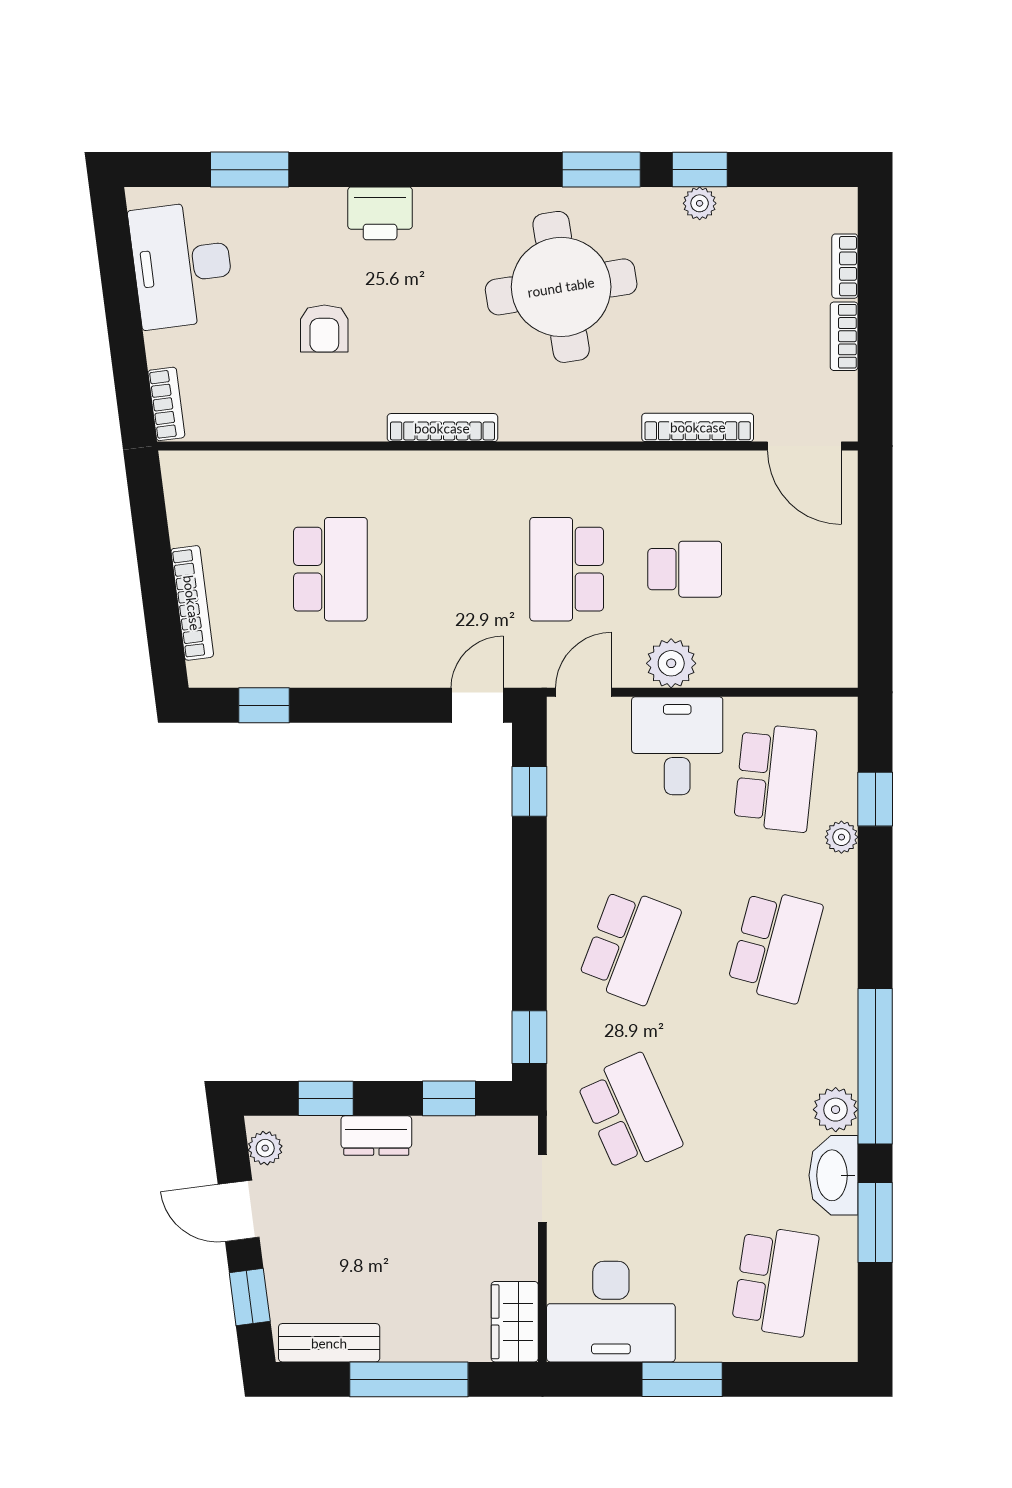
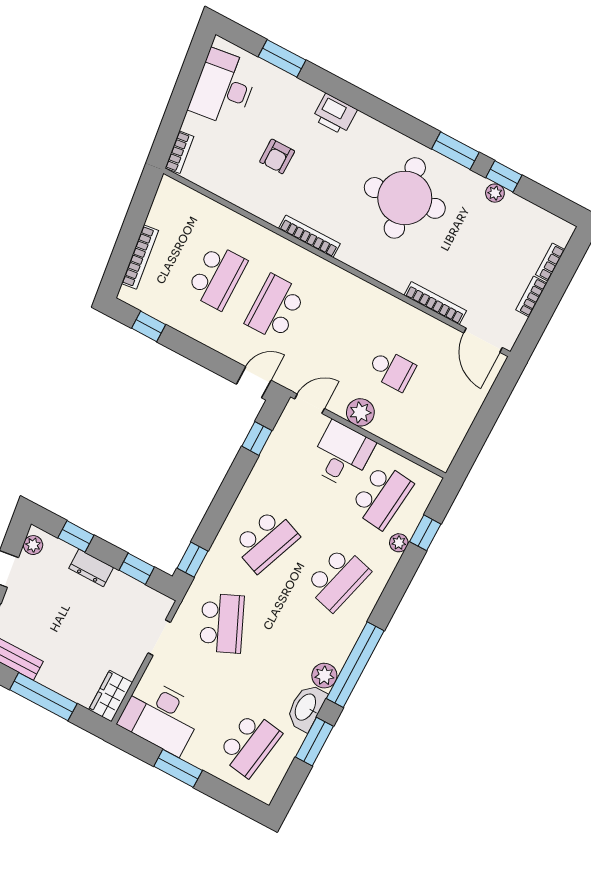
school desk: (567, 569) -> (275, 308), moved

